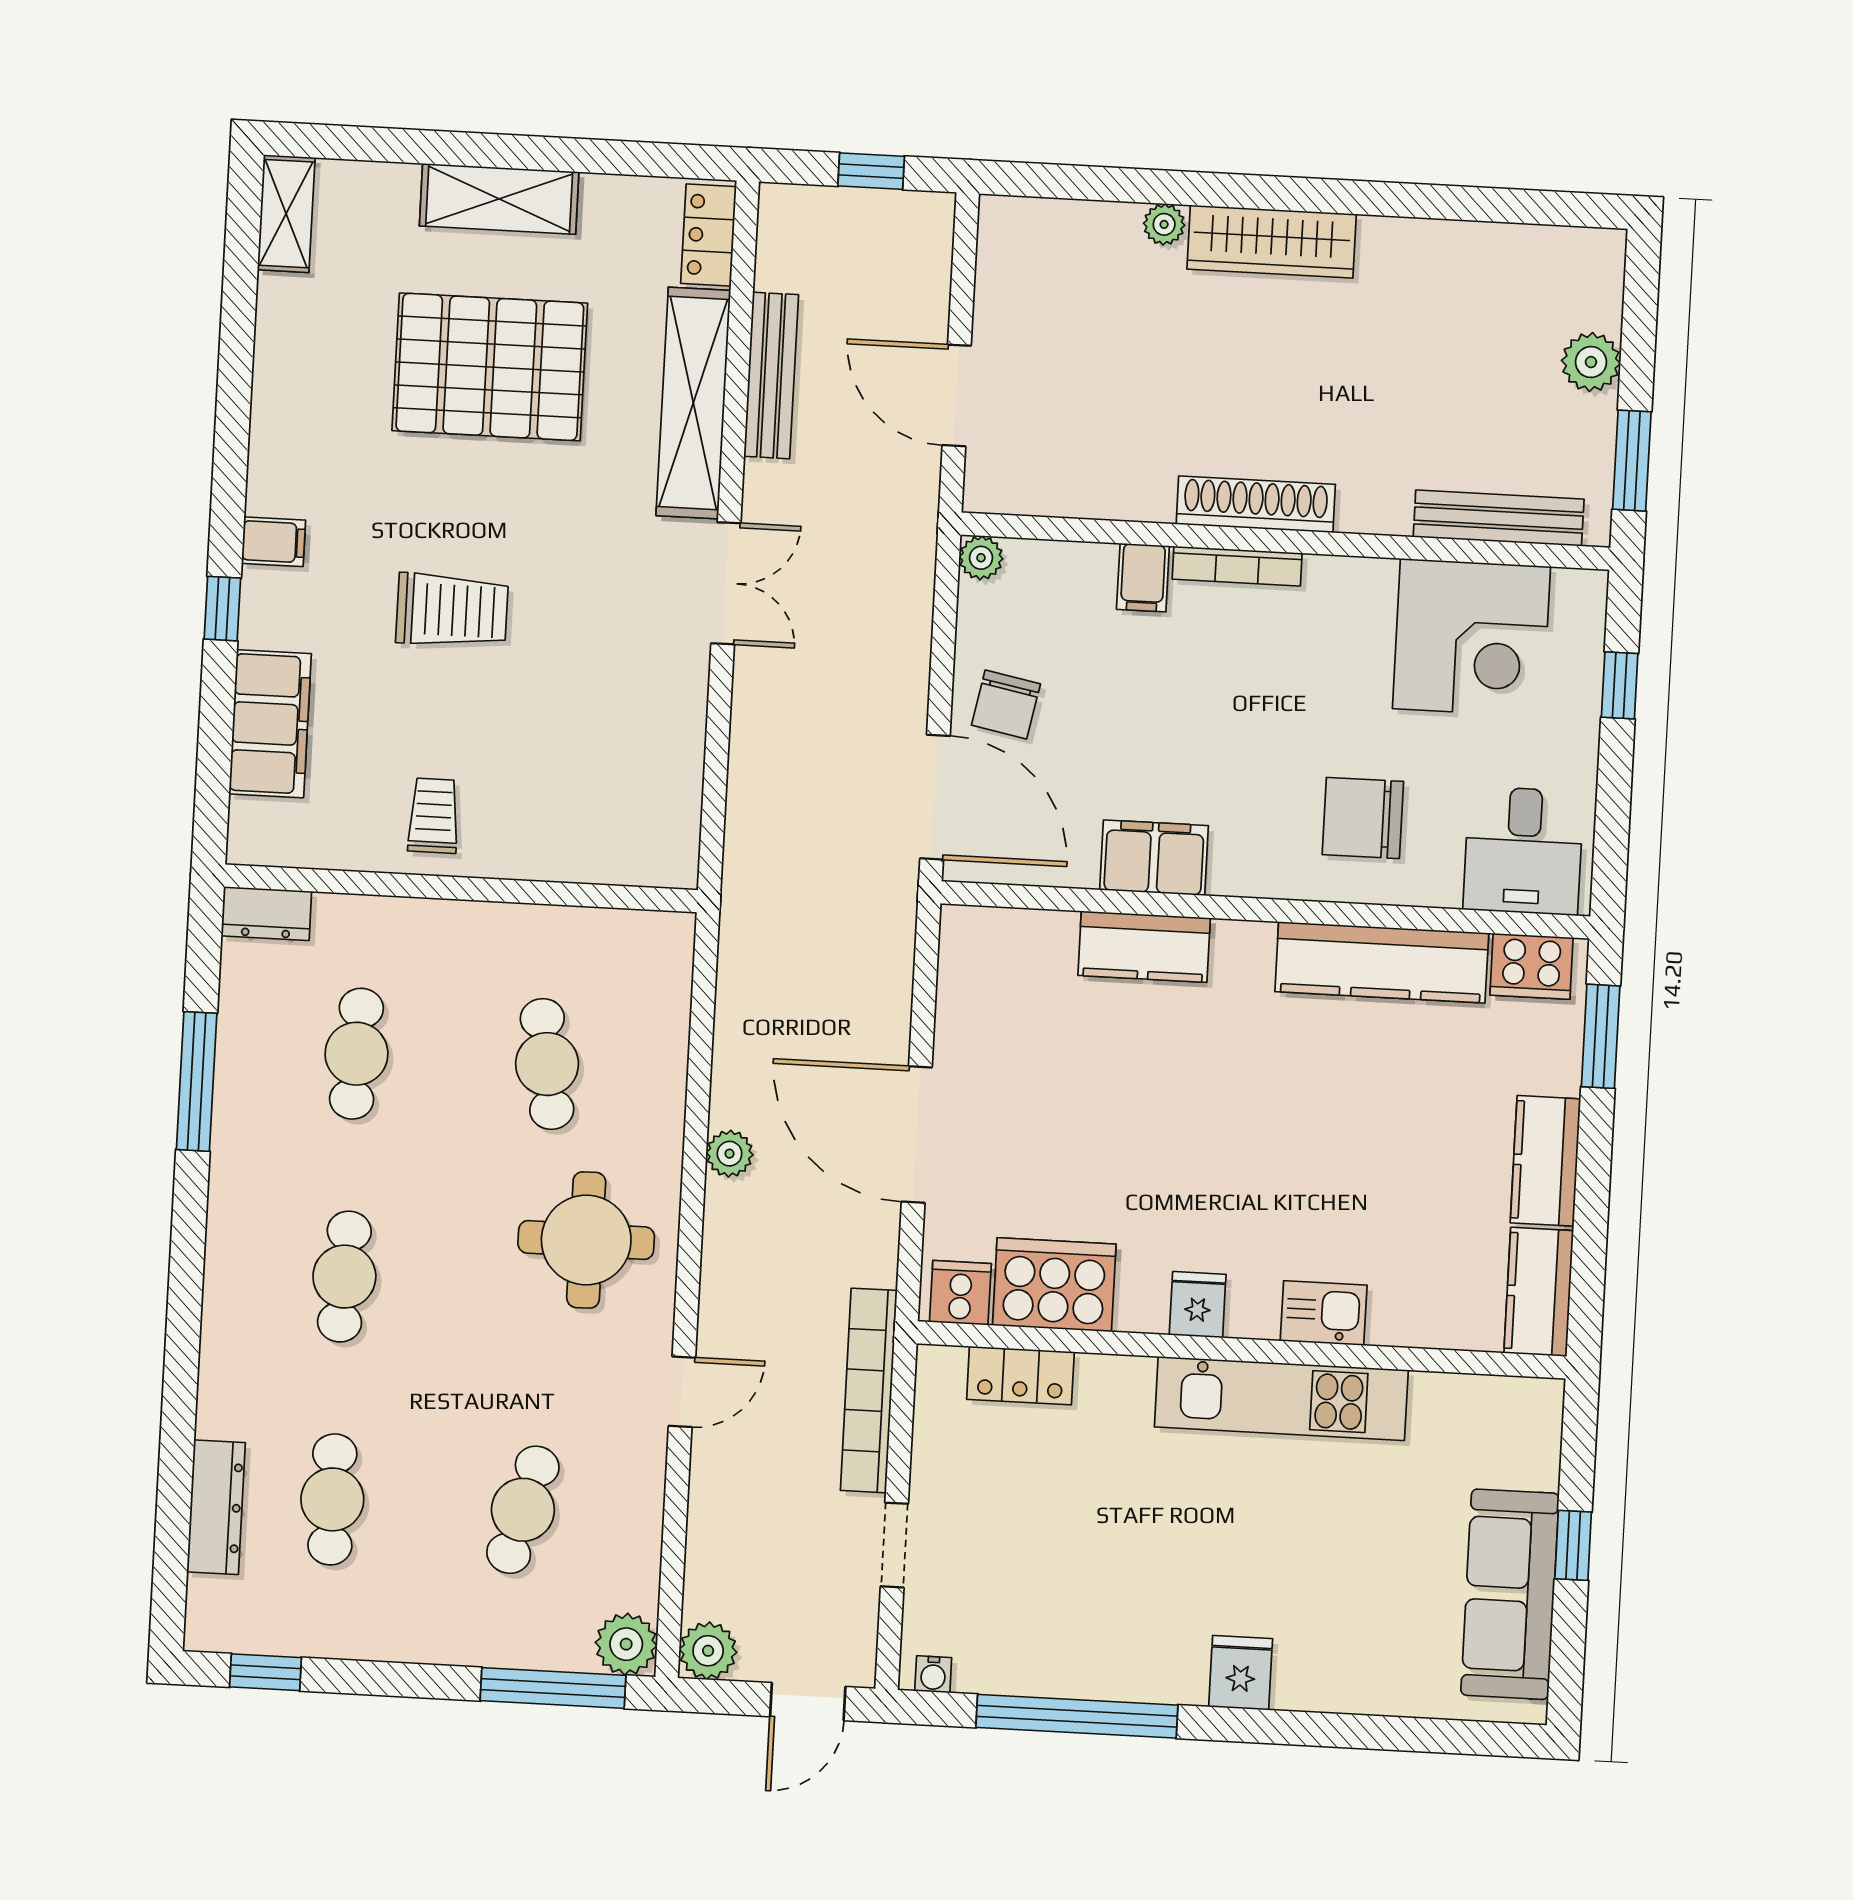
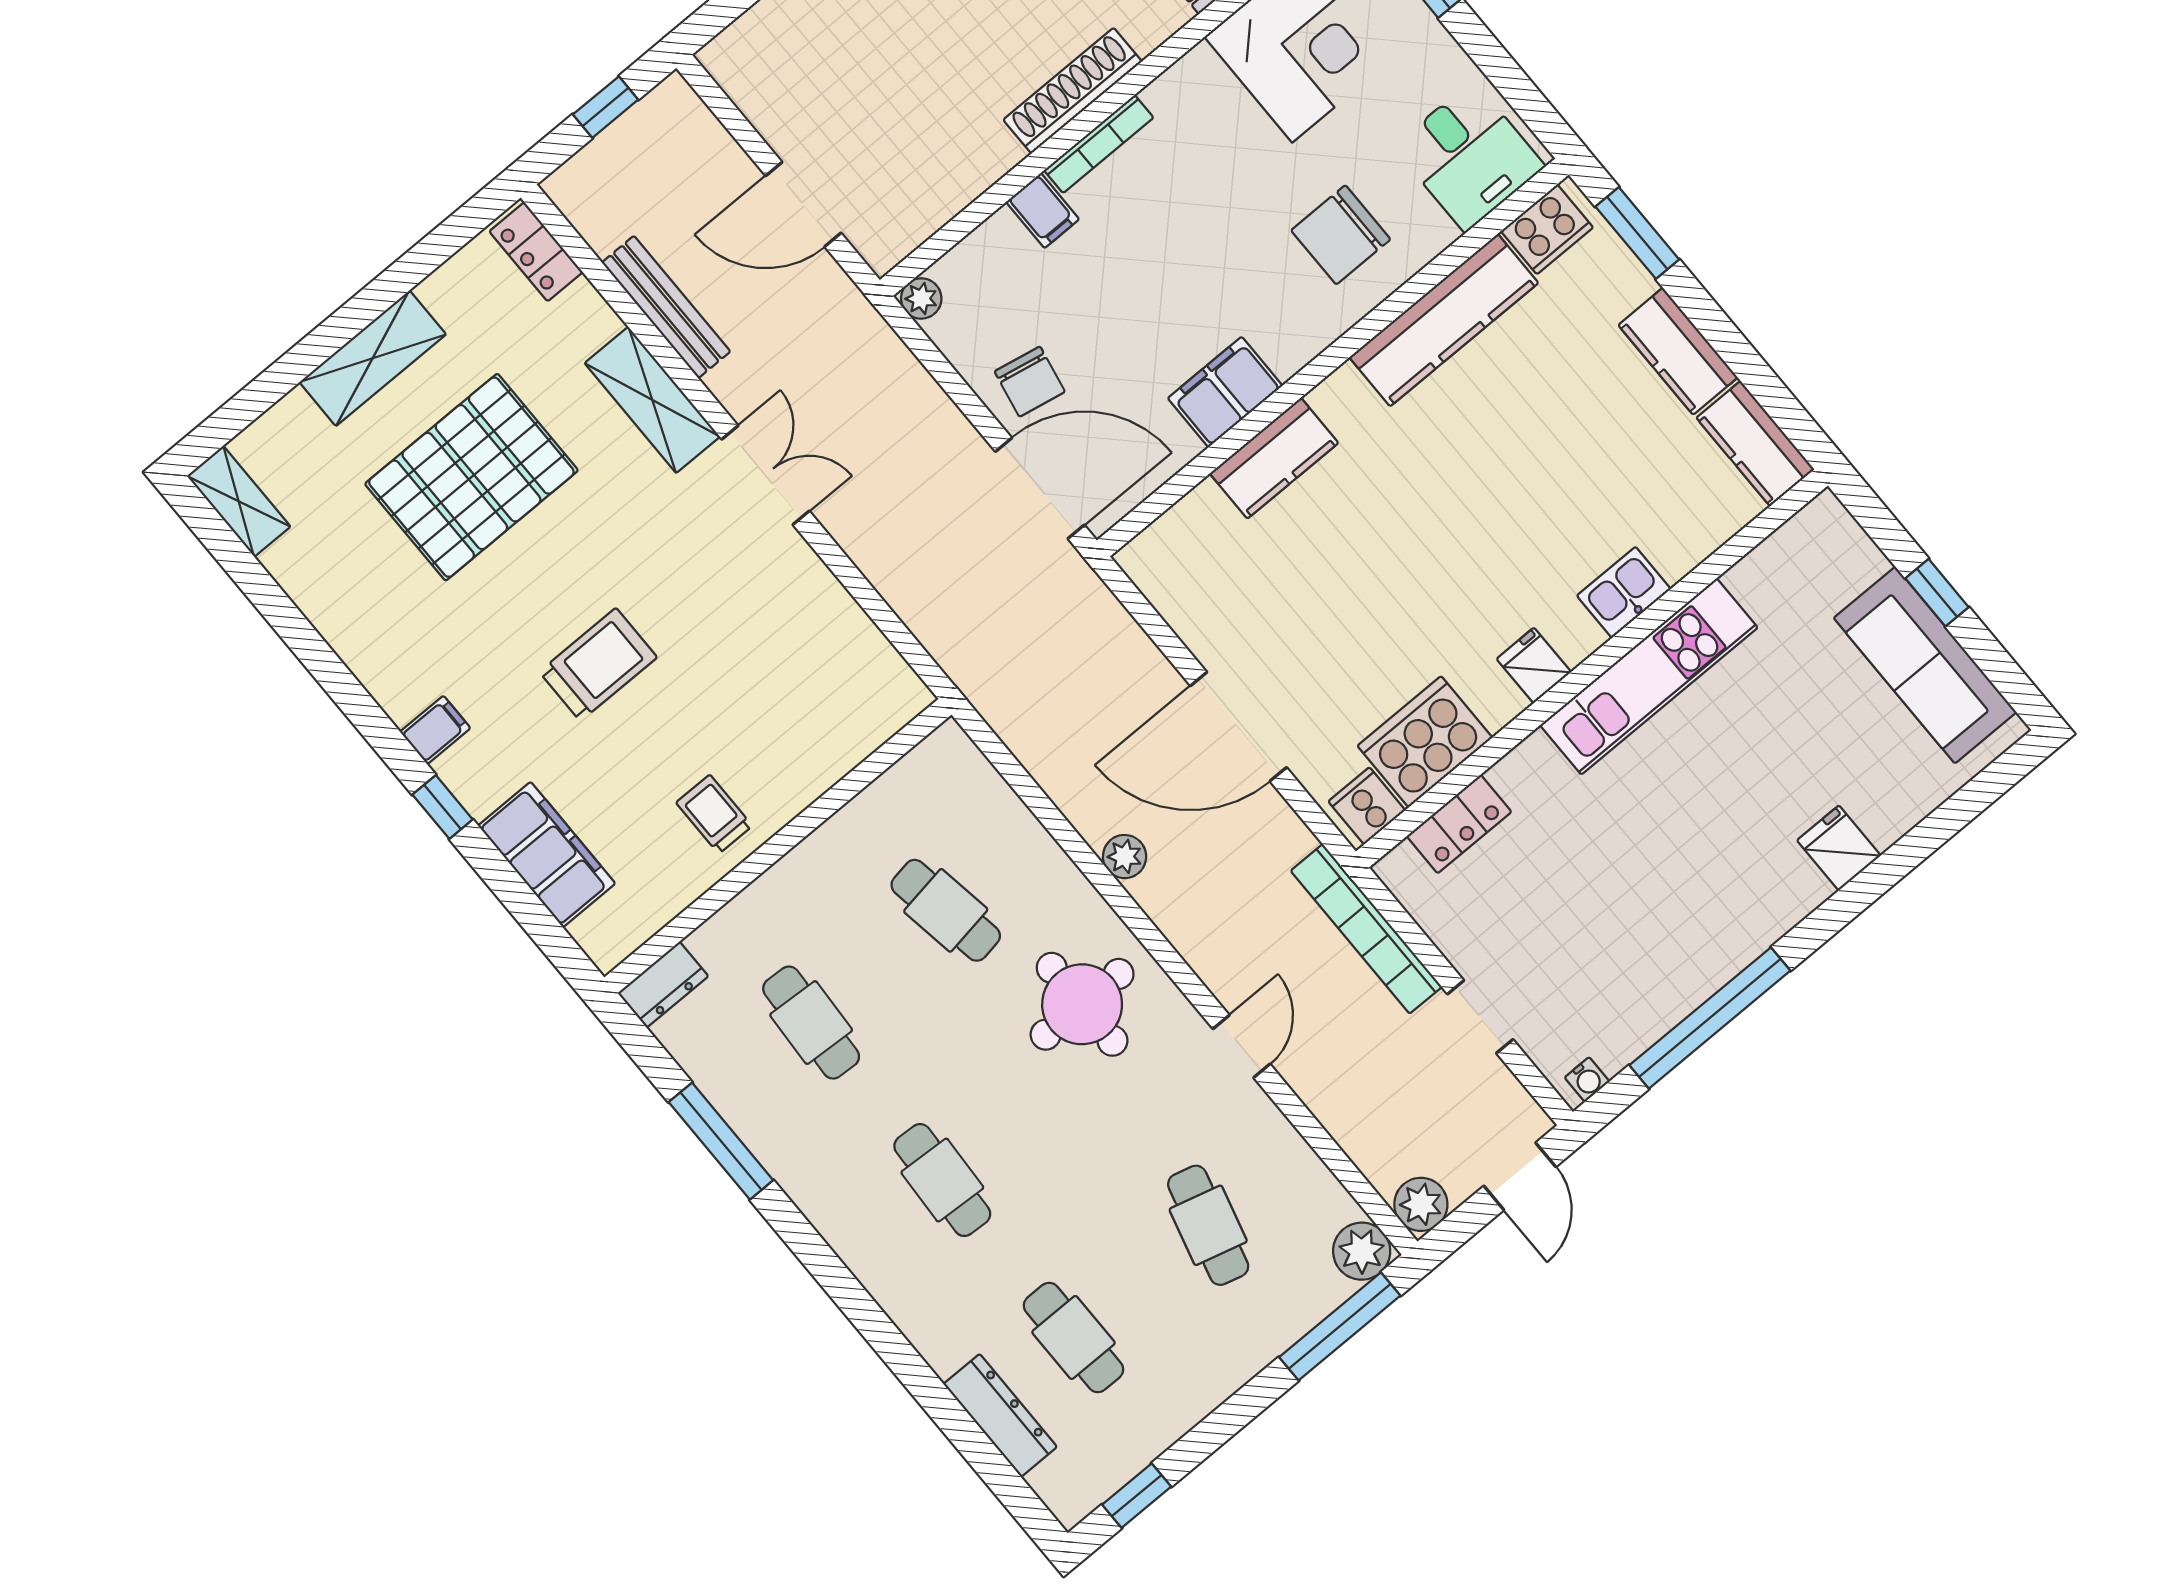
shelving: (693, 403) -> (652, 400), width x0.68
fridge: (1241, 1673) -> (1839, 848), moved

